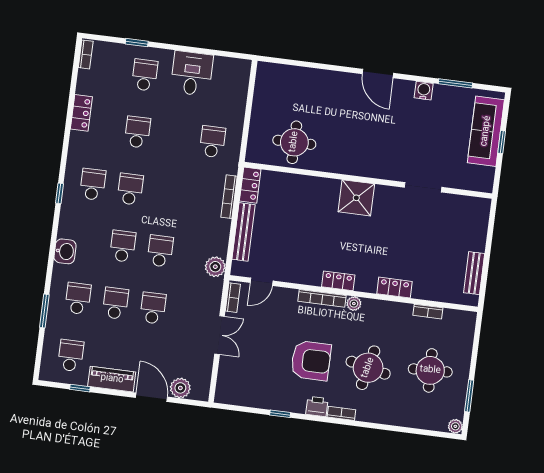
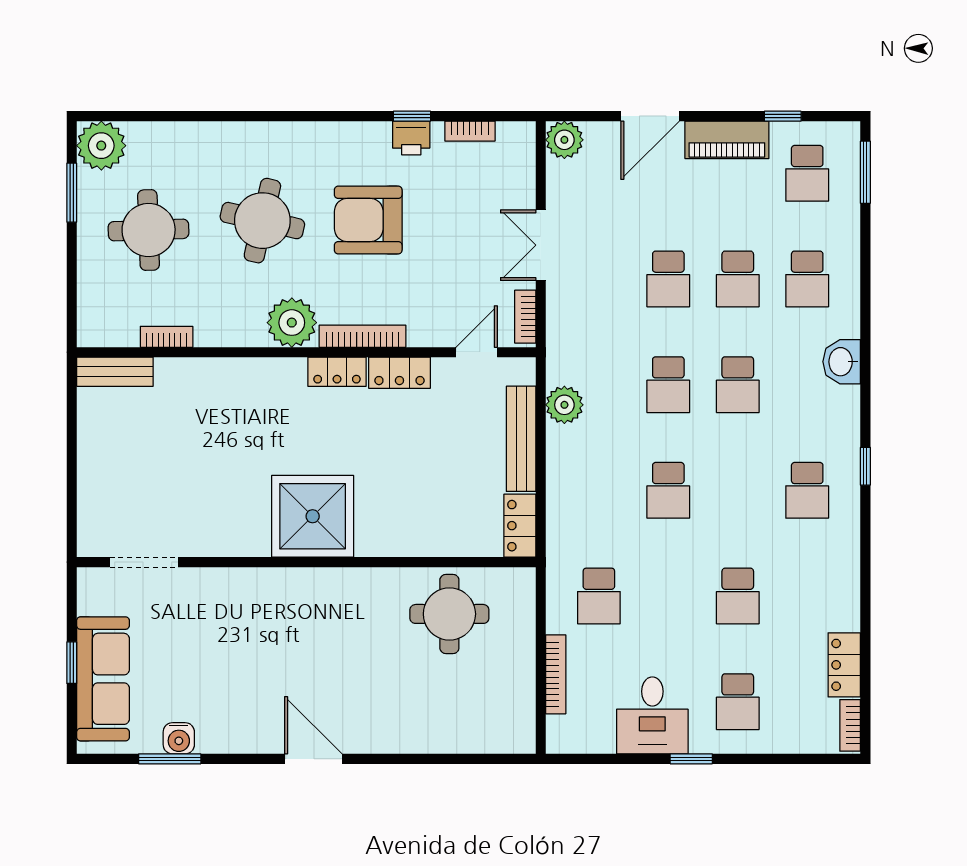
window: (137, 43) -> (691, 759), moved
water cooler: (424, 91) -> (179, 738), moved
locker: (81, 113) -> (844, 665), moved
doorway: (423, 187) -> (144, 562), moved
school desk: (130, 189) -> (668, 490), moved
bookcase: (229, 197) -> (556, 674), moved
shower: (356, 198) -> (313, 516), width x1.37, depth x1.37
plant: (215, 267) -> (564, 405), moved
bench: (474, 273) -> (115, 372), moved, turned 90
locker: (394, 288) -> (399, 373), moved
plant: (354, 304) -> (292, 323), width x1.88, depth x1.88
window: (44, 311) -> (865, 172), moved
plant: (180, 388) -> (564, 140), moved
door: (152, 397) -> (650, 116), hinge flipped
printer: (317, 406) -> (411, 138), moved
bookcase: (341, 413) -> (470, 131), moved
plant: (455, 426) -> (101, 146), width x1.87, depth x1.87

